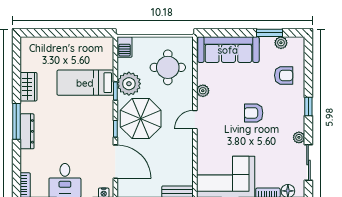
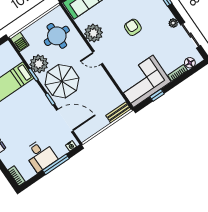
plant: (203, 91) -> (94, 33), width x1.88, depth x1.88
armchair: (254, 113) -> (133, 27), turned 90
door: (195, 120) -> (98, 58), hinge flipped

